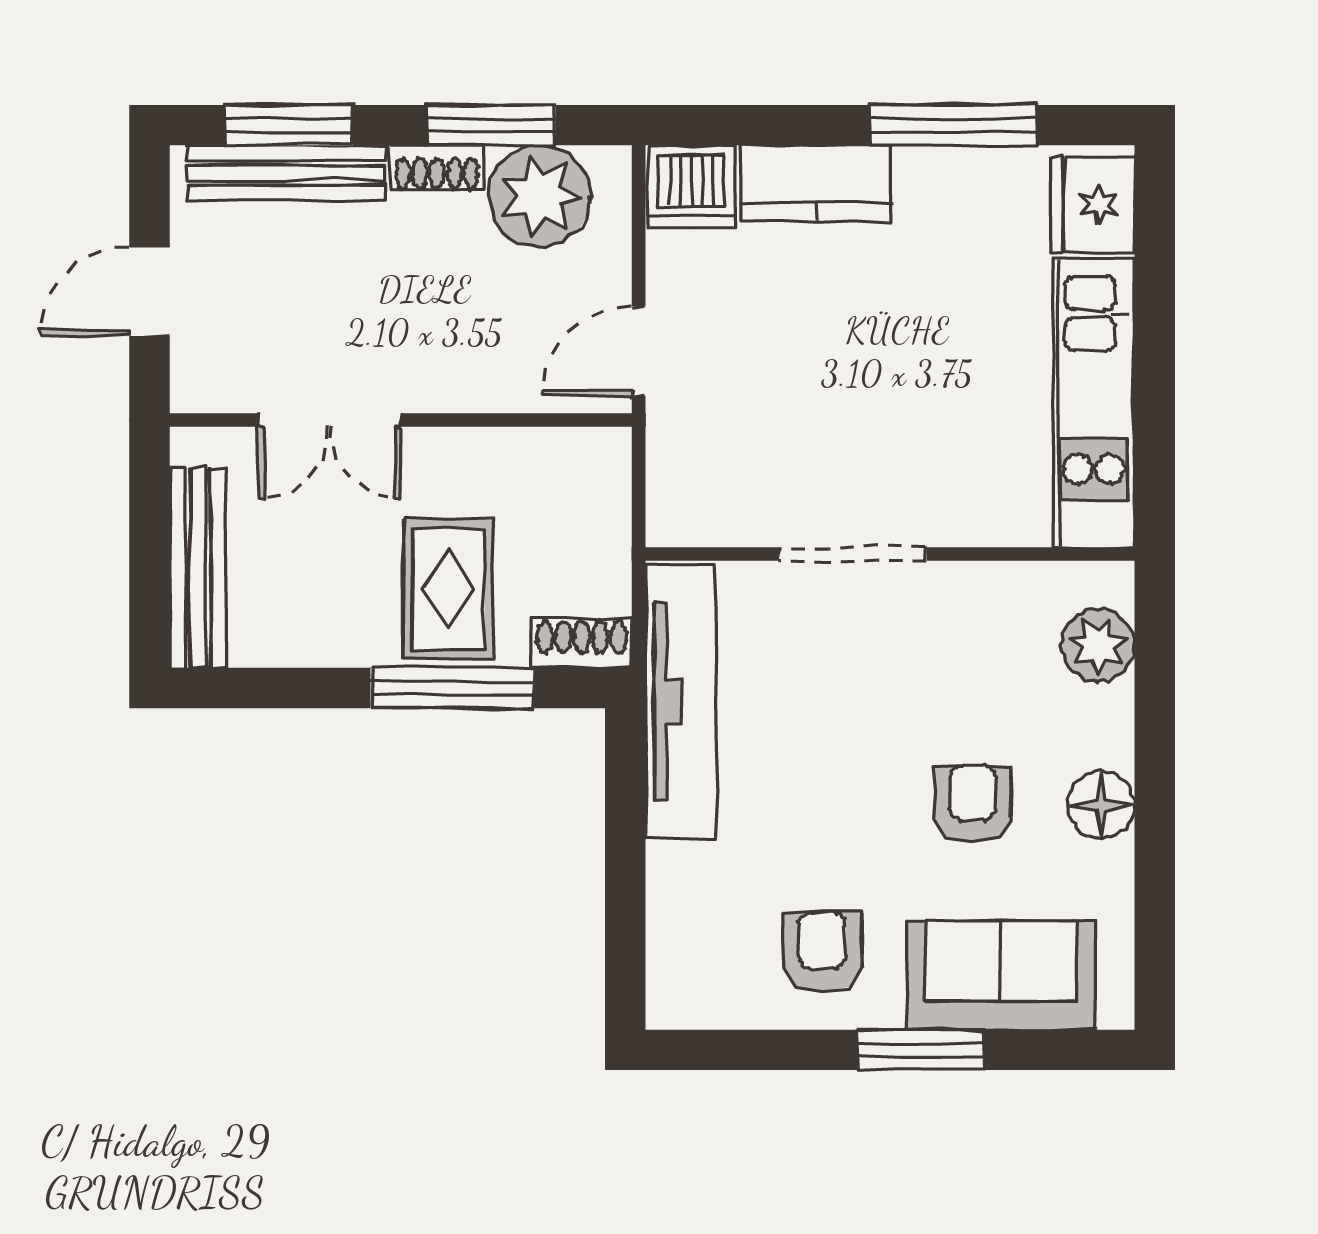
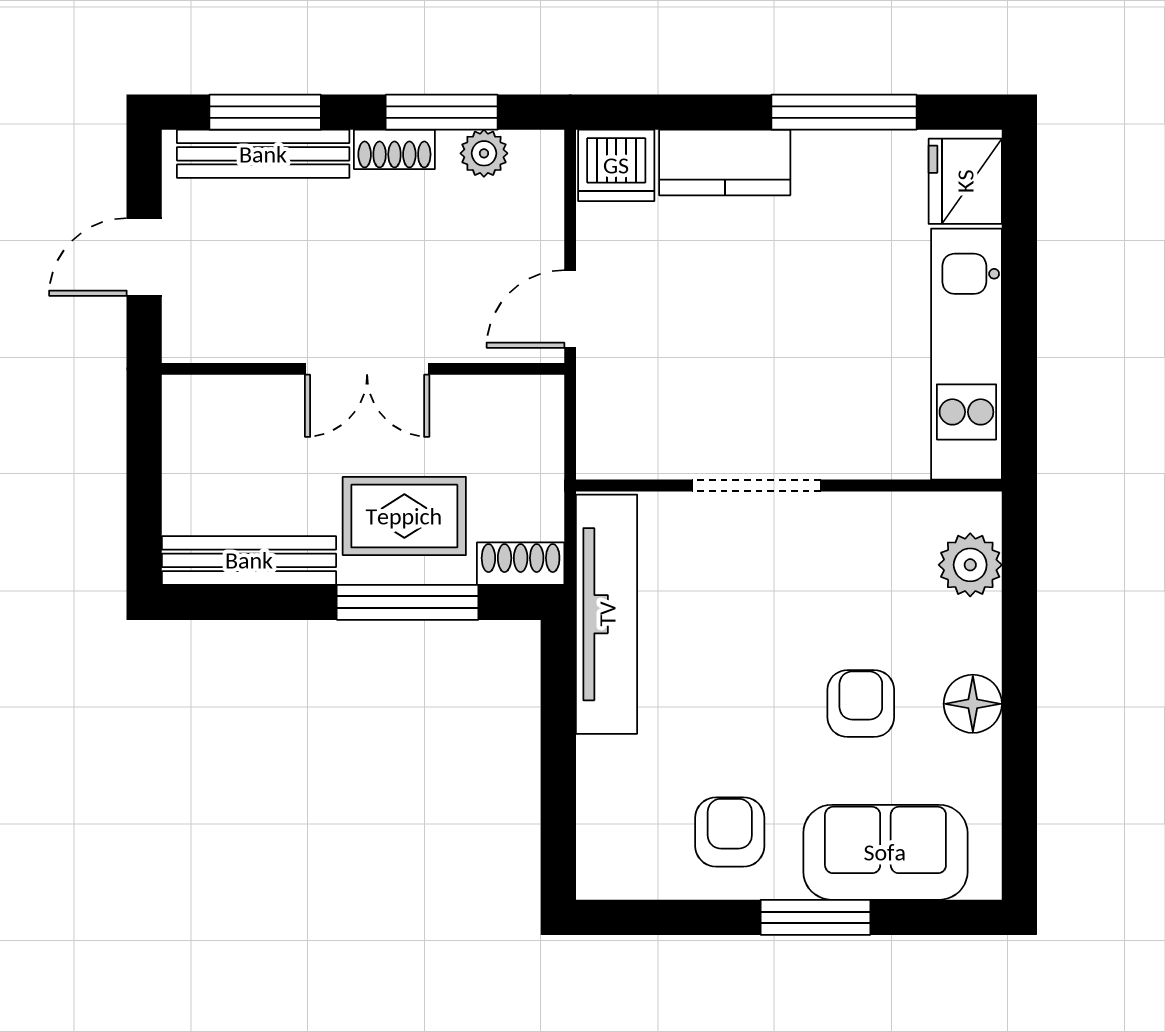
plant: (540, 196) -> (484, 153), width x0.53, depth x0.53
double door: (329, 420) -> (367, 369), moved
bench: (198, 568) -> (249, 560), moved, turned 90
rug: (448, 589) -> (404, 516), turned 90

